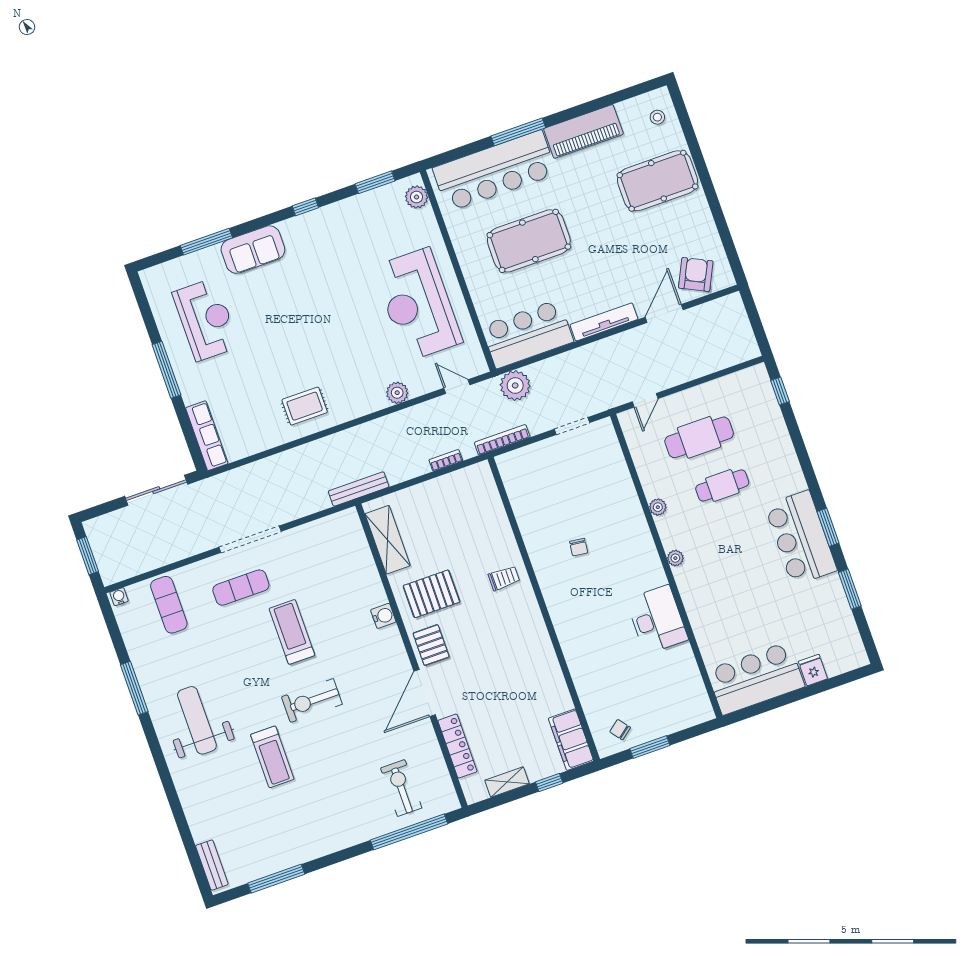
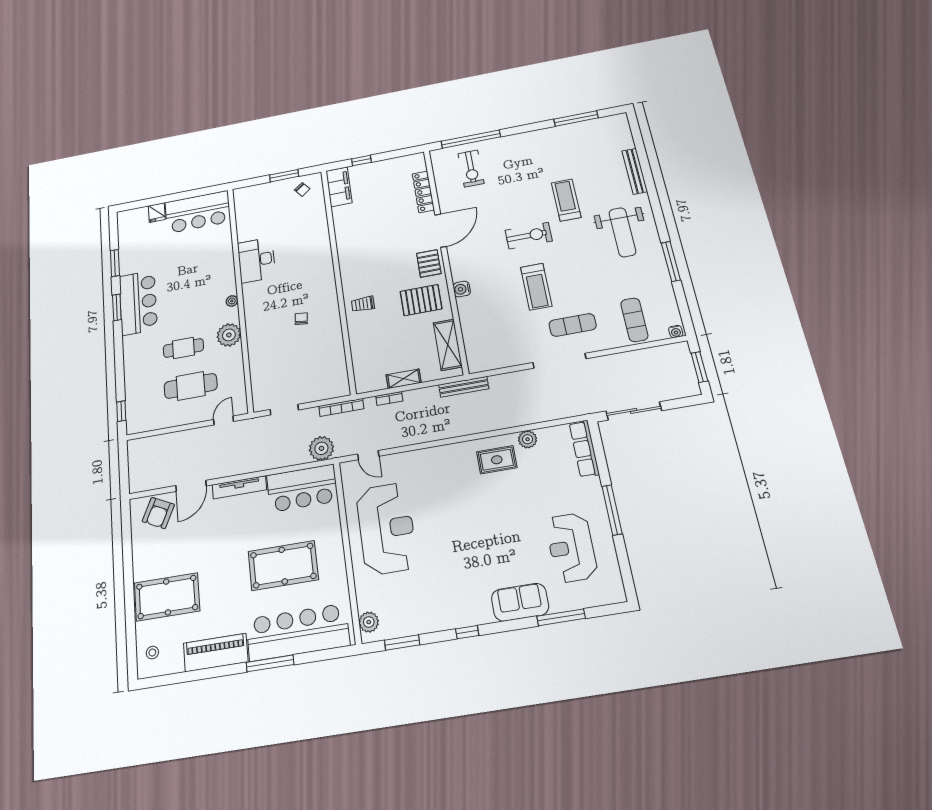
plant: (397, 393) -> (528, 439), moved
plant: (658, 507) -> (229, 335), width x1.88, depth x1.88
shelving: (507, 782) -> (404, 379), moved
bench: (212, 865) -> (635, 171), moved, width x1.36

